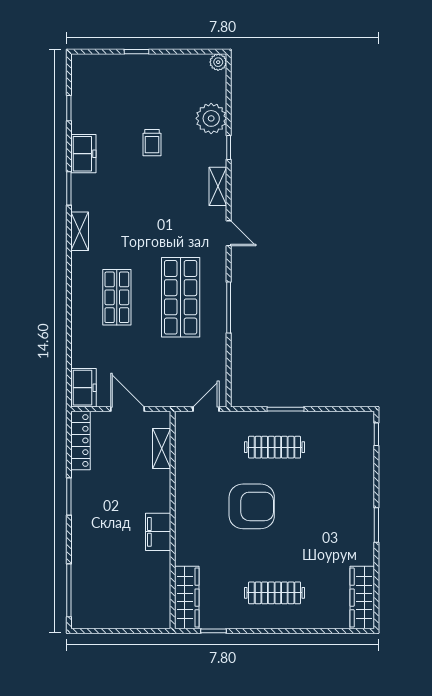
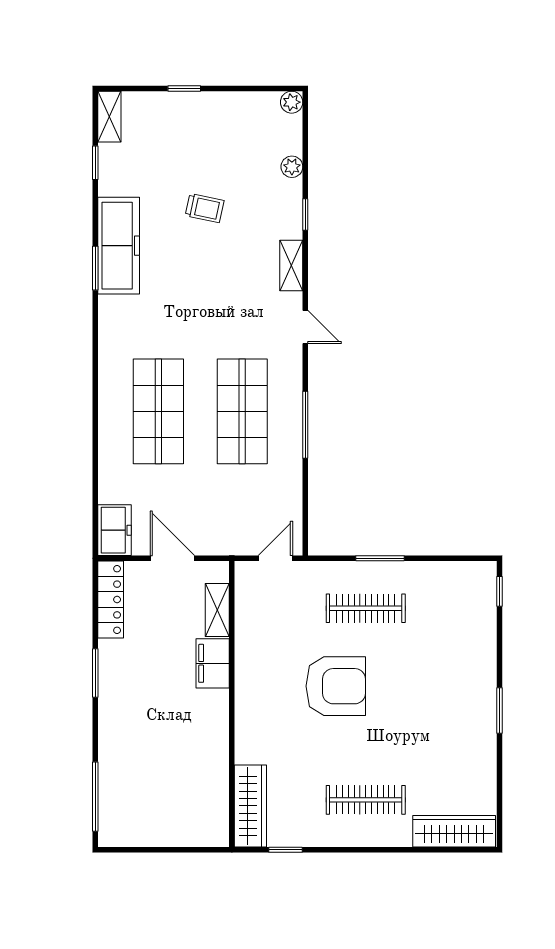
plant: (211, 118) -> (292, 167), width x0.53, depth x0.53
trolley: (152, 143) -> (205, 208), turned -78
freezer: (83, 154) -> (119, 246), width x1.91, depth x1.26
shelving: (80, 231) -> (109, 117), moved
shop shelf: (117, 297) -> (158, 411), width x1.43, depth x1.36
filing cabinet: (158, 532) -> (213, 663), moved
wardrobe: (362, 598) -> (454, 831), moved, turned 90

